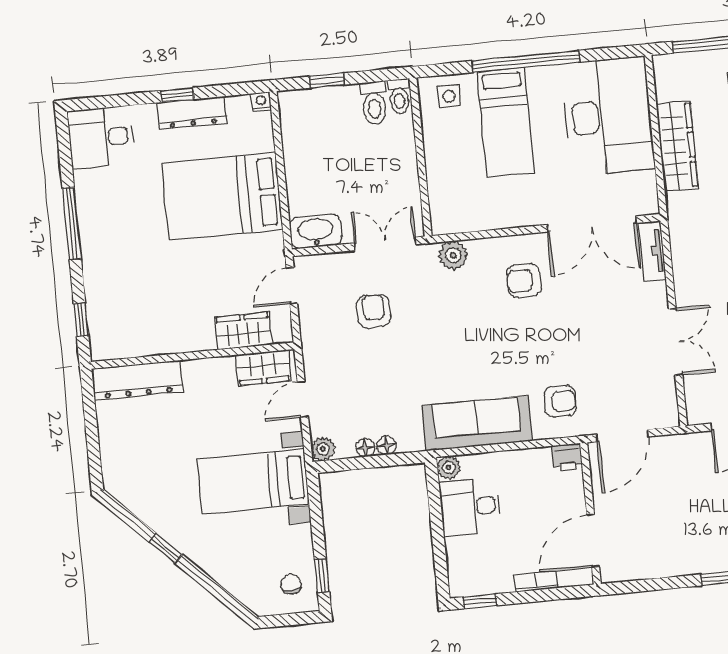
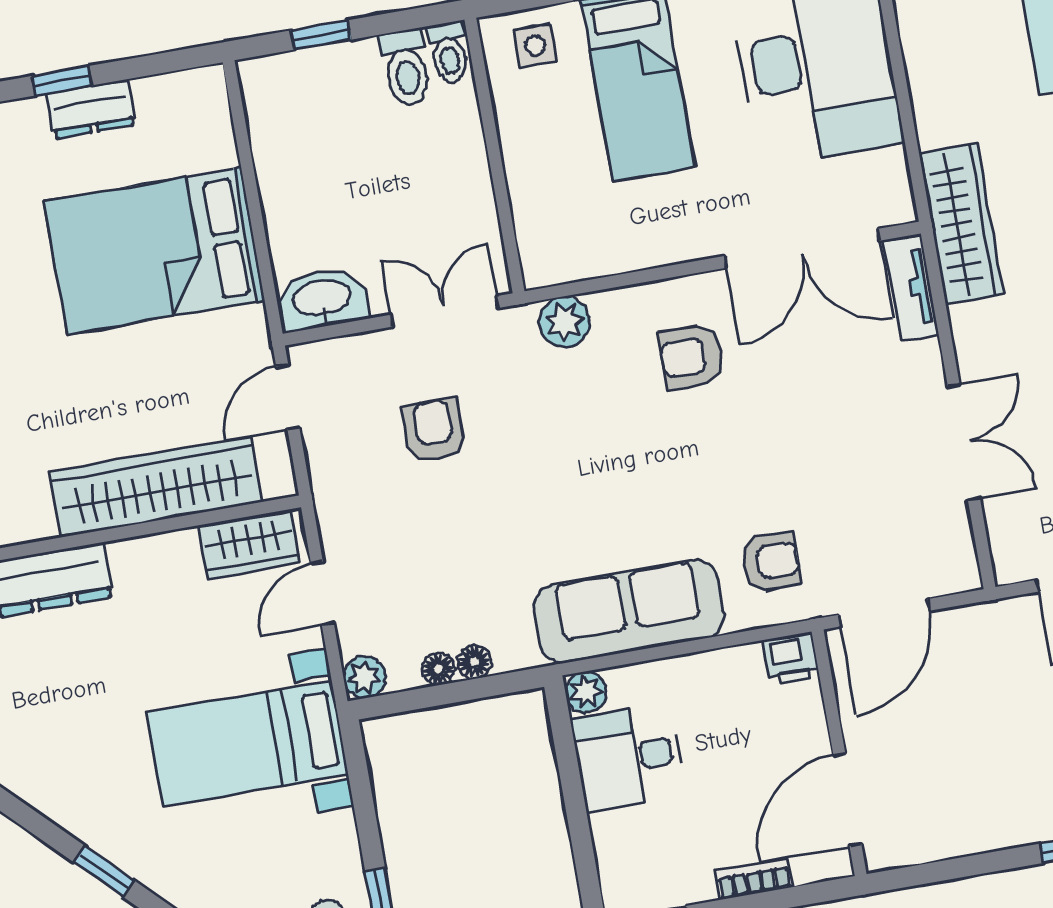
nightstand: (261, 102) -> (209, 81), removed
dresser: (192, 113) -> (91, 109), width x0.70
wardrobe: (677, 146) -> (961, 224), moved
wardrobe: (243, 331) -> (156, 487), width x2.10, depth x1.17

